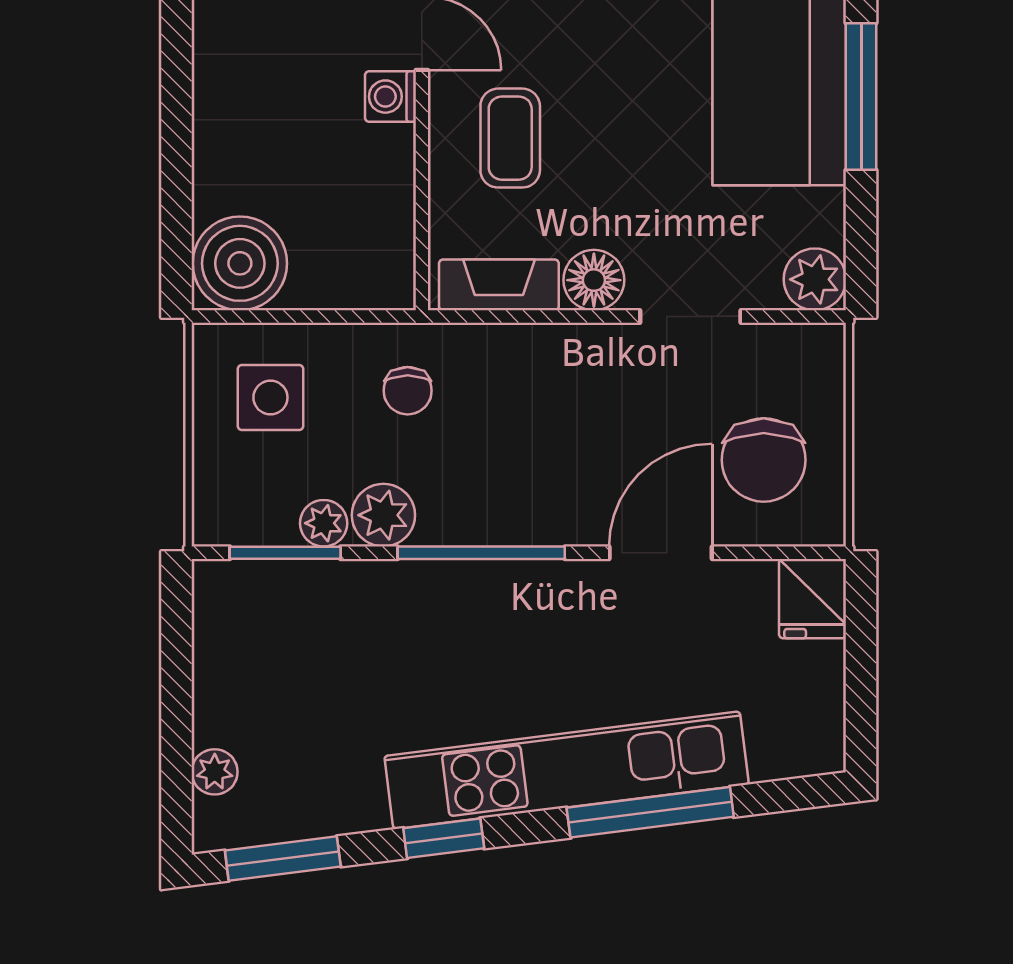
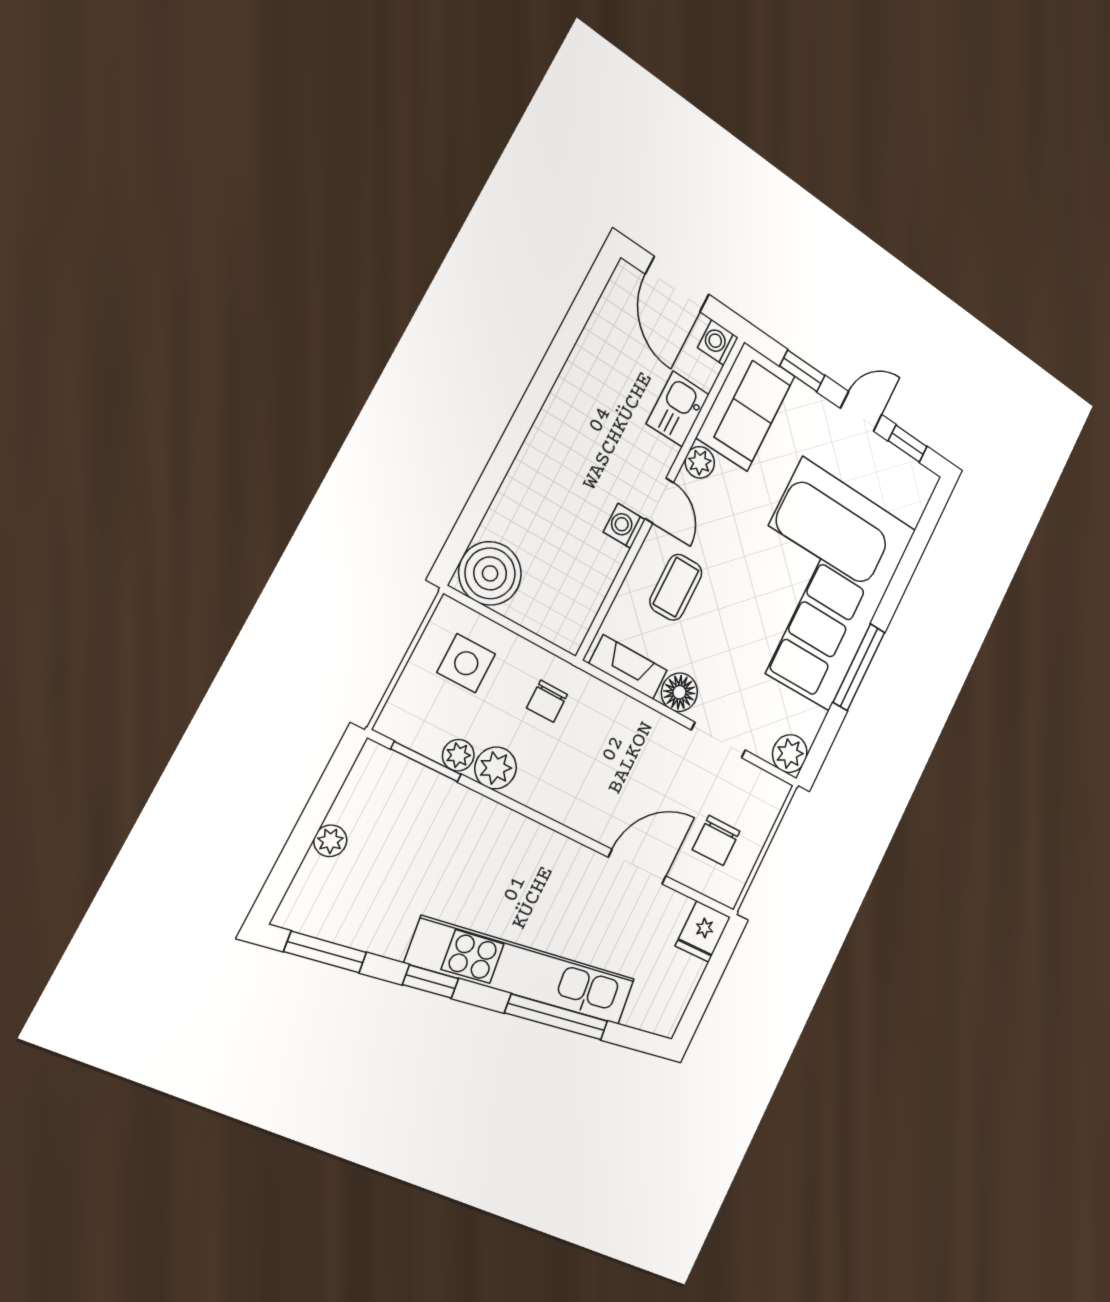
chair: (764, 460) -> (716, 840), width x0.73, depth x0.73
window: (481, 553) -> (540, 818), removed
plant: (215, 772) -> (330, 841), moved

